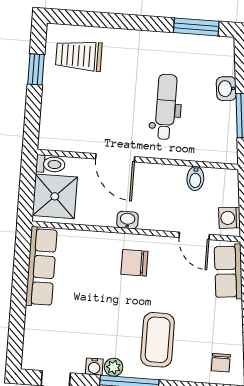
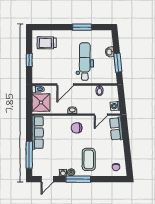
window: (196, 27) -> (82, 27), moved
window: (36, 69) -> (29, 60), moved
dental chair: (166, 107) -> (85, 62), width x1.36, depth x1.38
door: (115, 158) -> (65, 84), hinge flipped
door: (194, 236) -> (101, 115), hinge flipped
window: (17, 318) -> (29, 155), added

